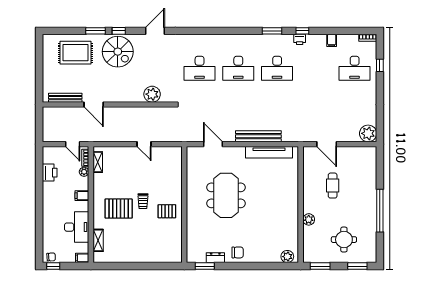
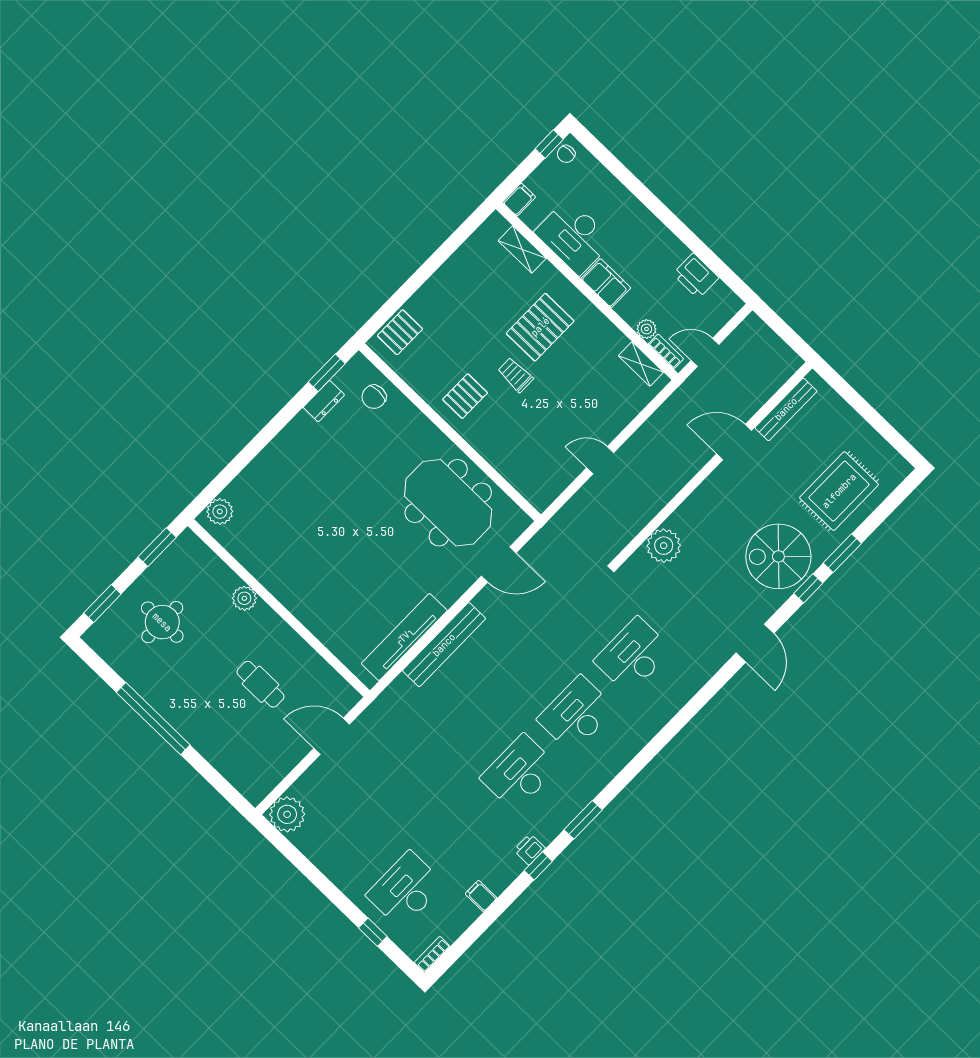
meeting table: (226, 195) -> (448, 503), moved
filing cabinet: (82, 196) -> (606, 283), width x2.00
chair: (238, 252) -> (374, 397), moved
pallet: (167, 255) -> (400, 332), added

